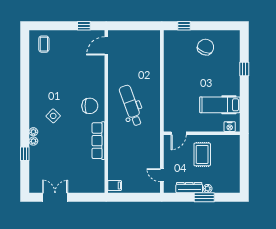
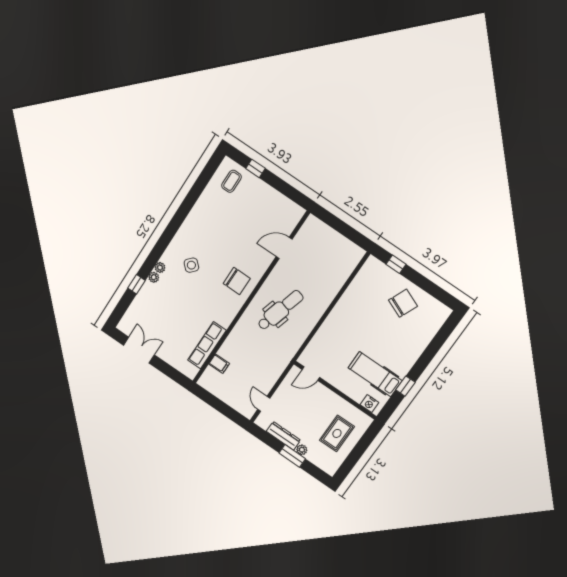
window: (84, 26) -> (255, 168), moved
door: (106, 46) -> (284, 248), moved
window: (244, 69) -> (405, 386), moved
dental chair: (131, 106) -> (280, 310), turned 36
row of seats: (98, 141) -> (207, 345), moved
rug: (202, 154) -> (337, 433), moved
filing cabinet: (115, 185) -> (219, 364), moved

